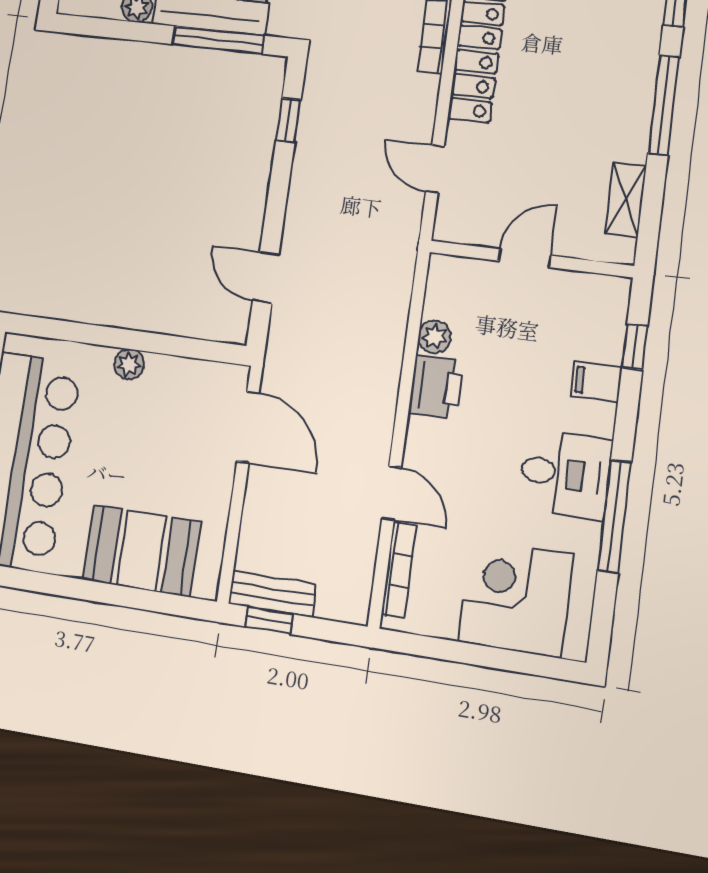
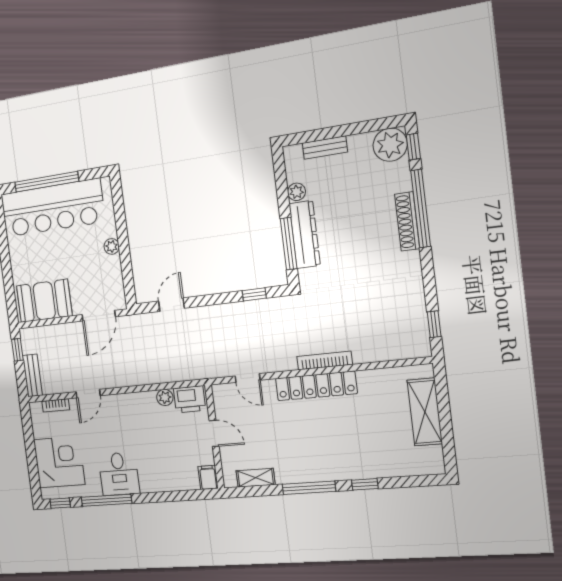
door: (435, 169) -> (248, 378), swing flipped
window: (635, 347) -> (60, 503), moved
filing cabinet: (596, 382) -> (208, 477), moved
printer: (436, 387) -> (189, 399), moved
booth: (142, 551) -> (44, 301), moved, turned 90
bookcase: (399, 570) -> (56, 405), width x0.64
bench: (272, 594) -> (32, 375), moved

